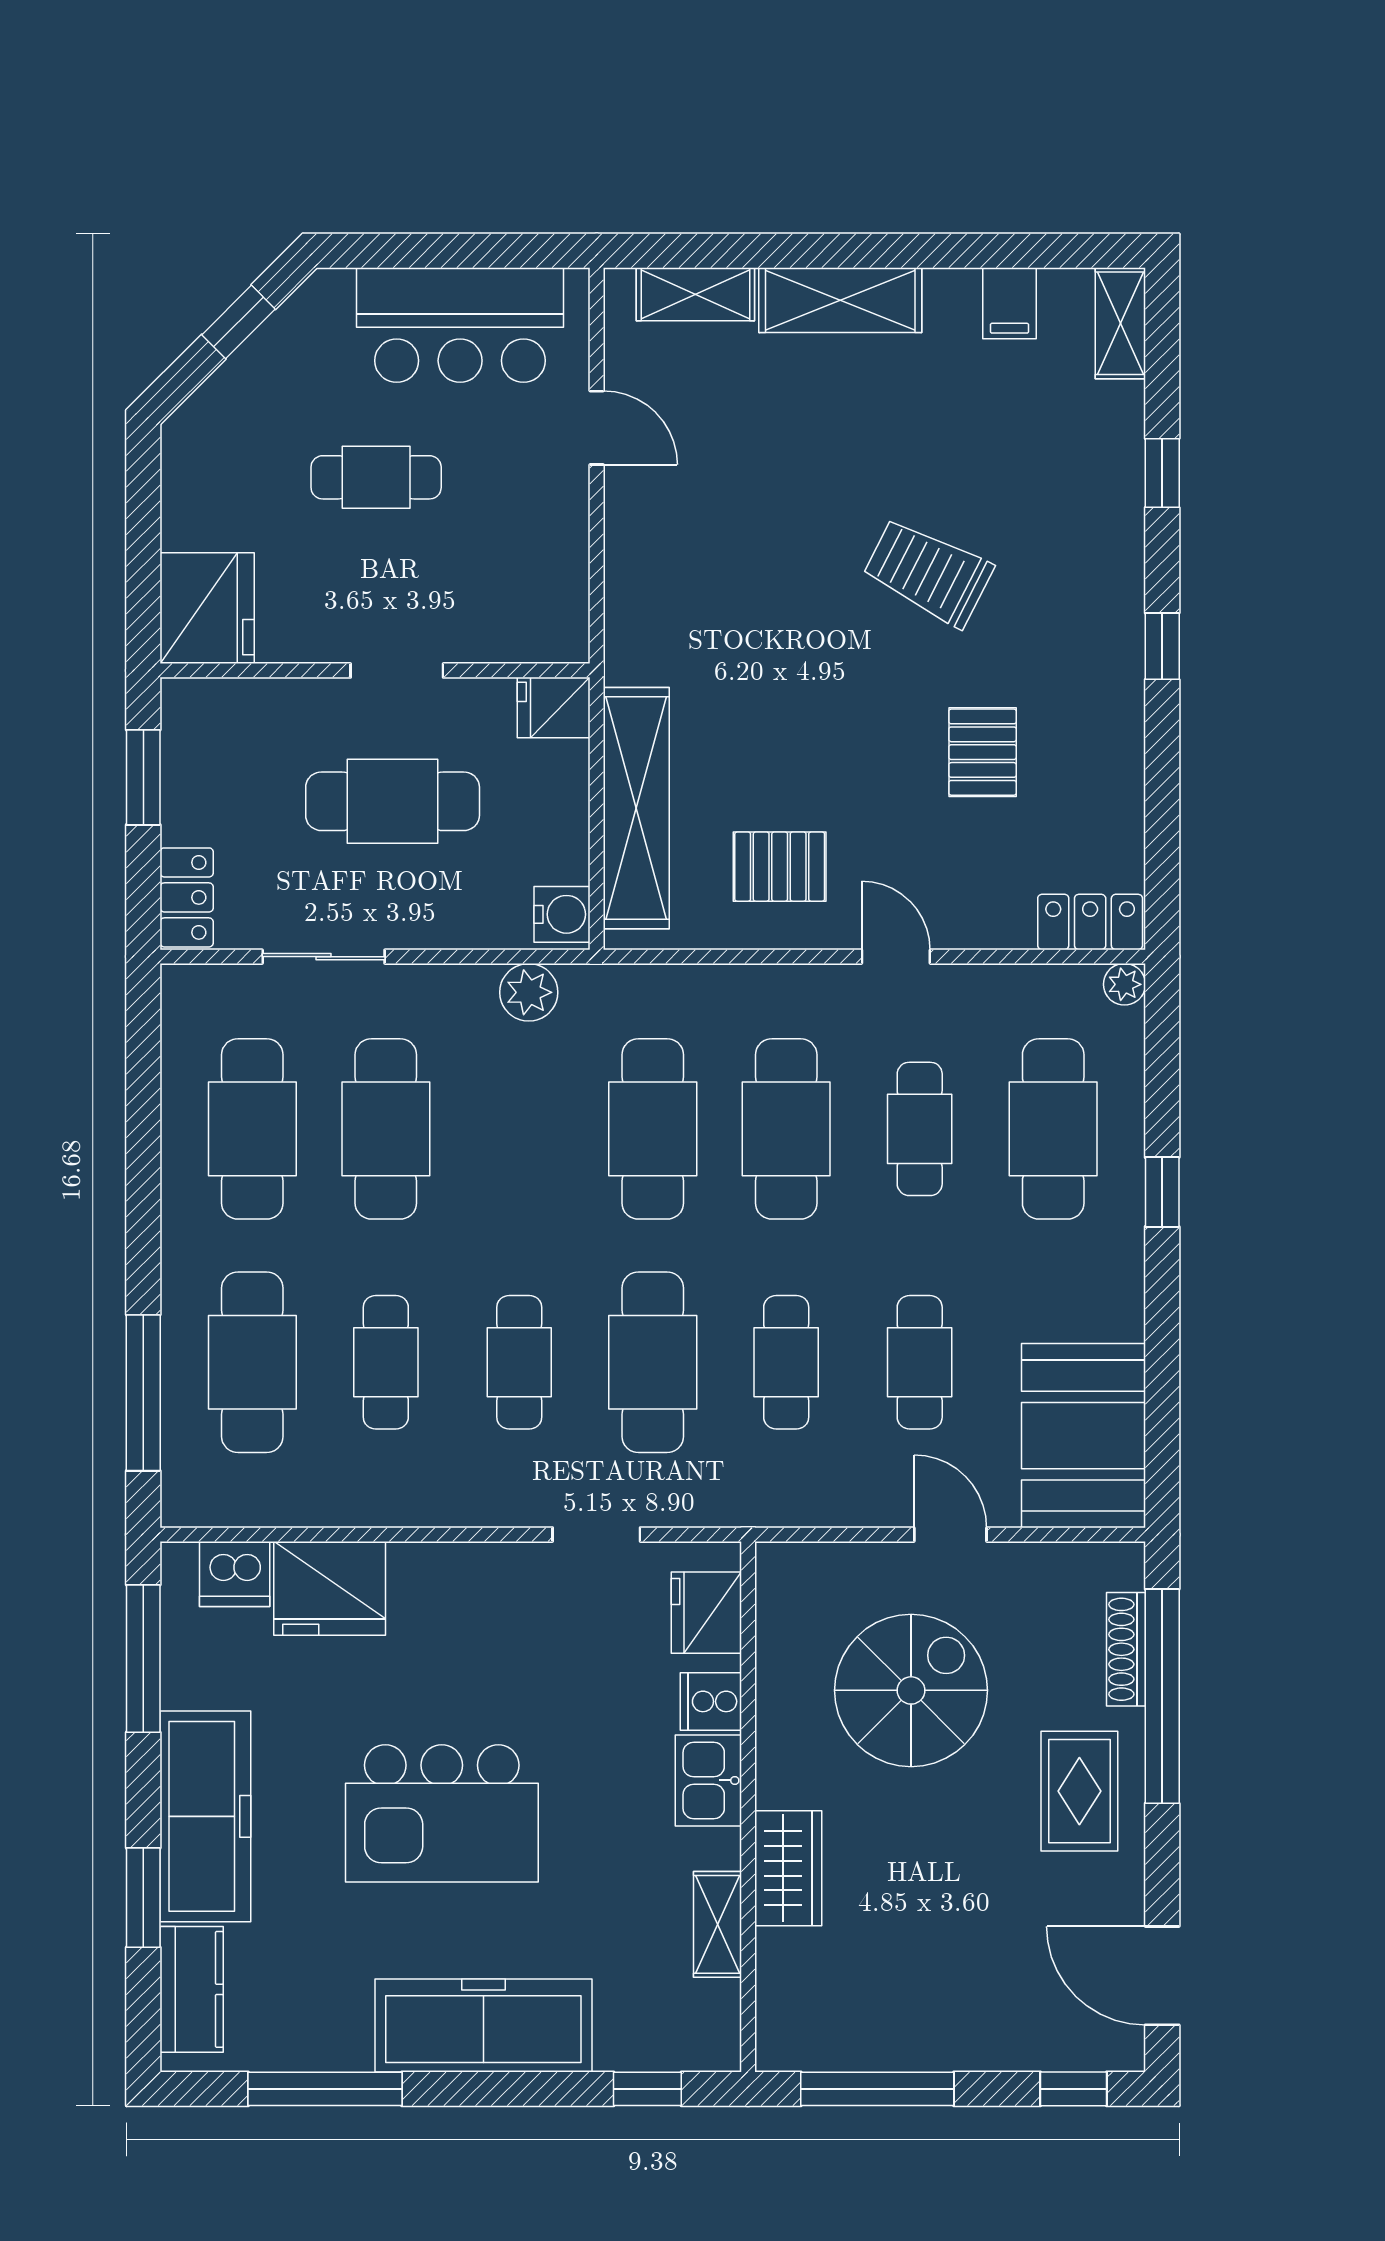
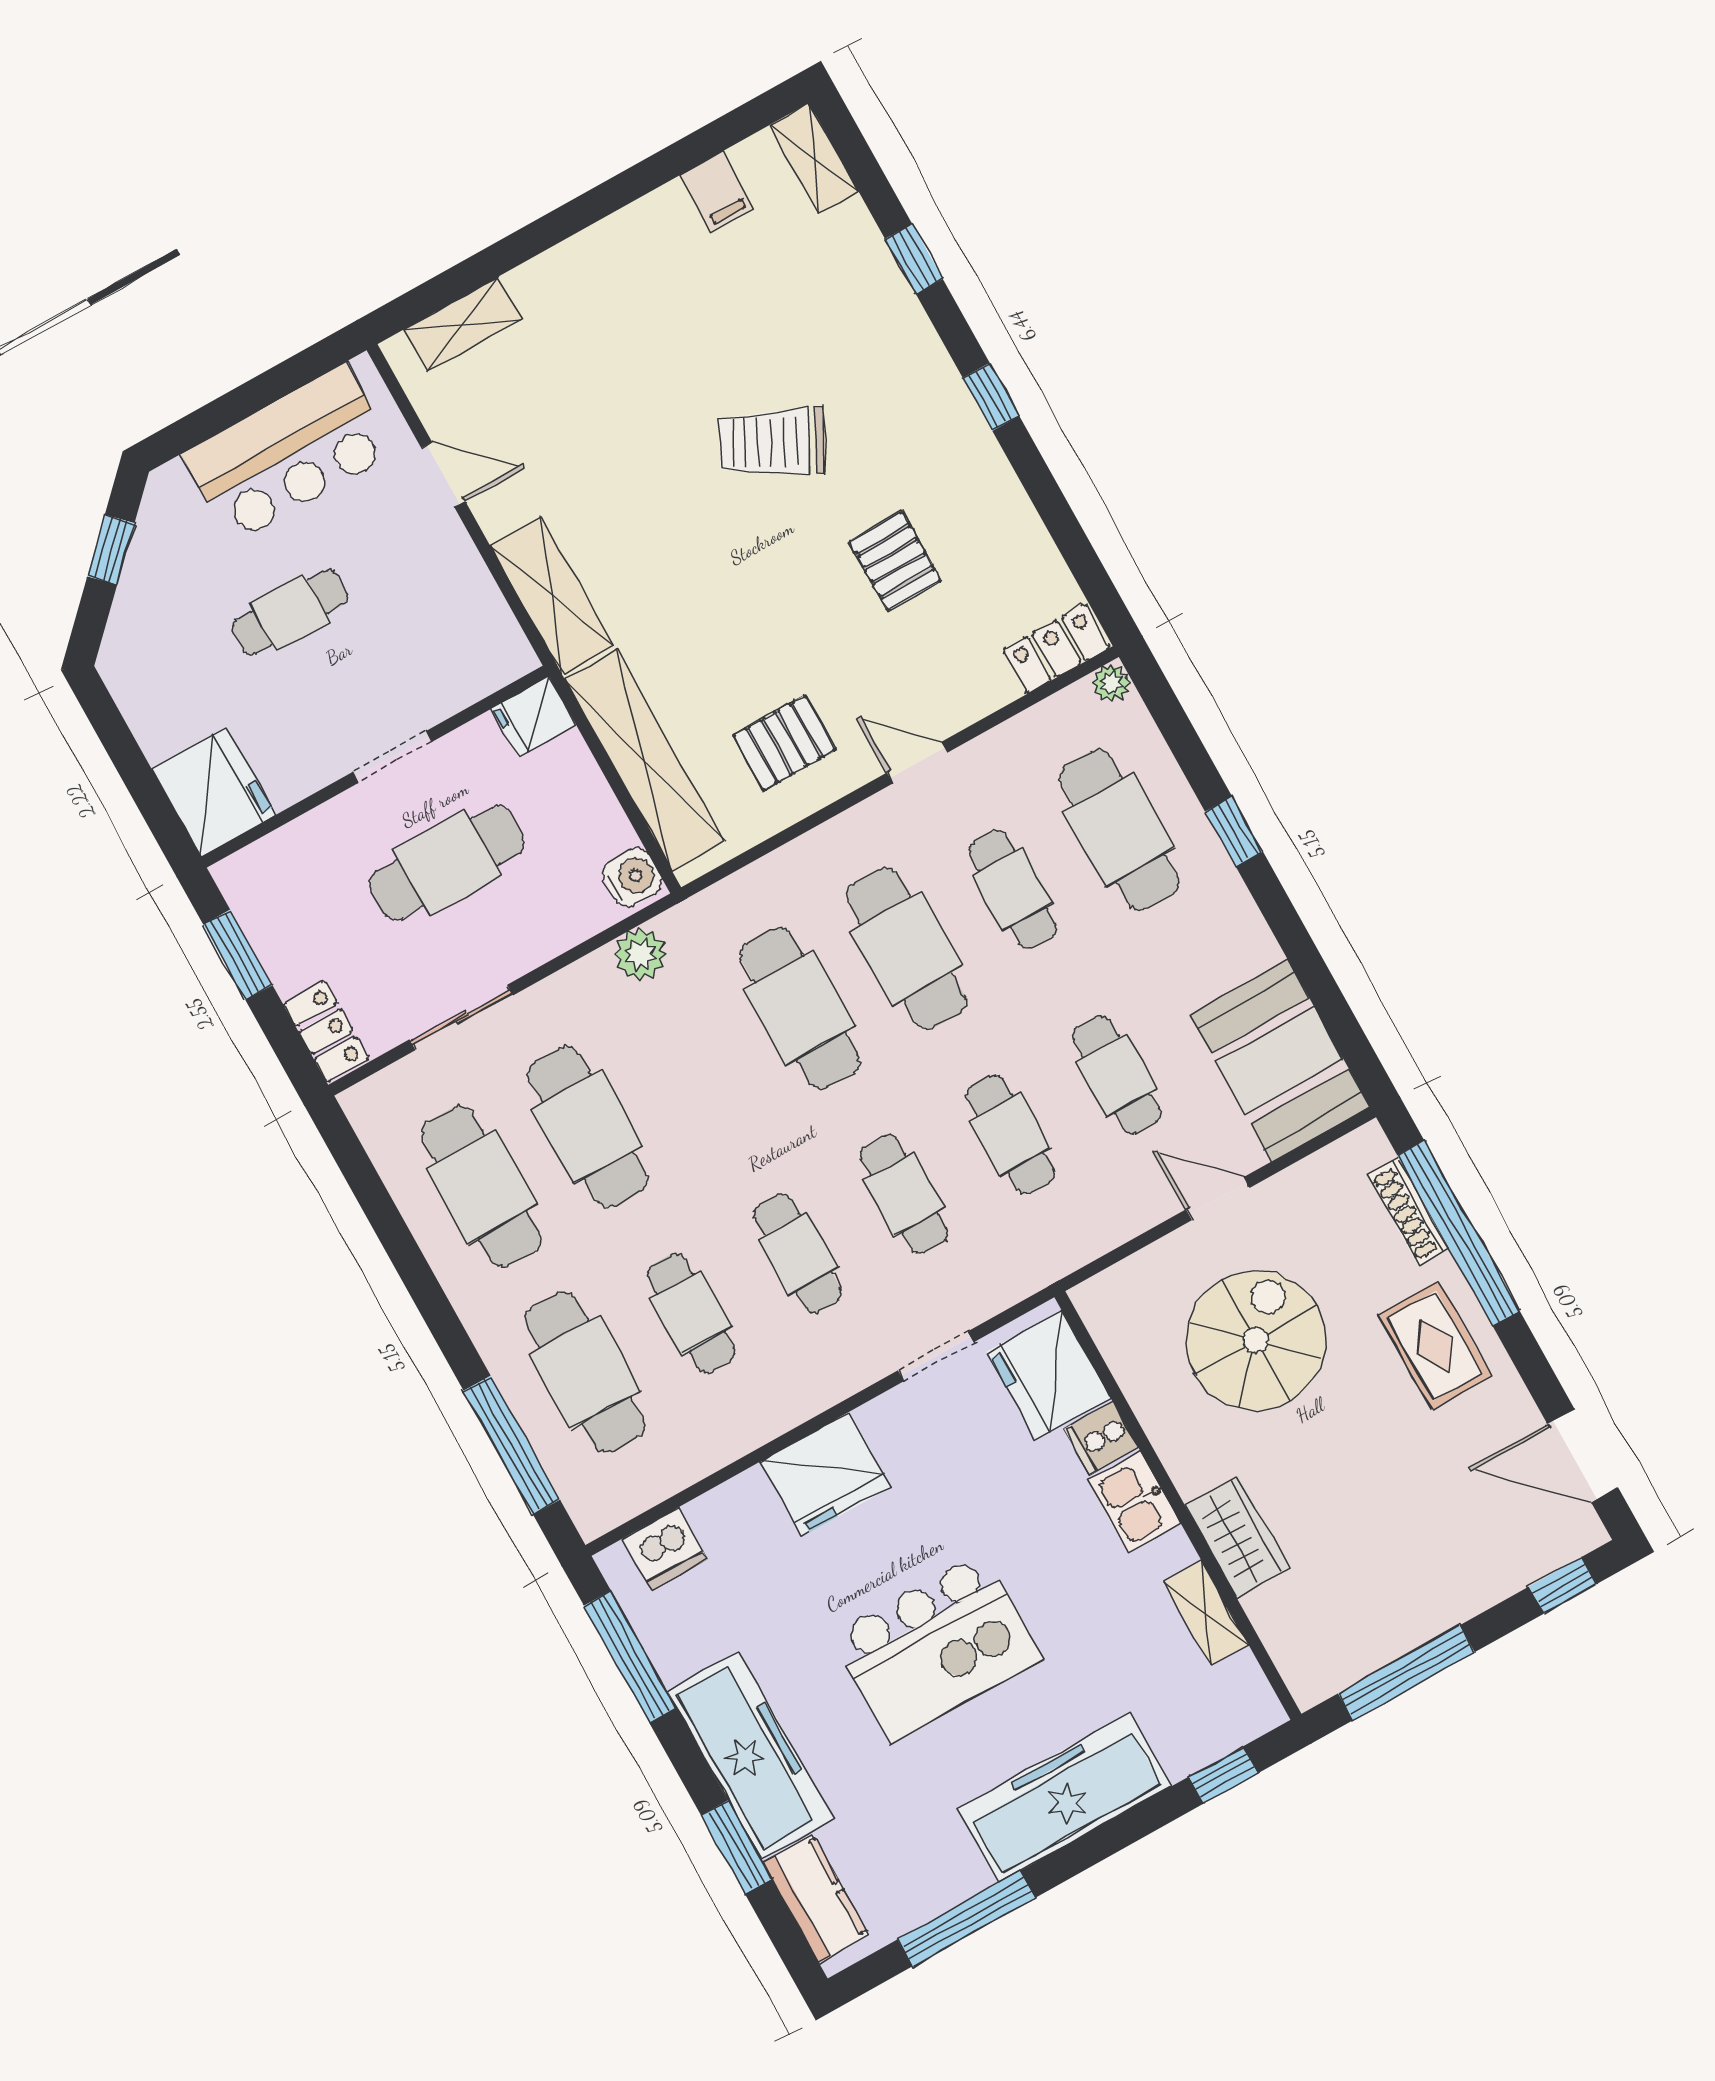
shelving: (840, 300) -> (552, 595), moved, turned 90
cafe table: (653, 1362) -> (904, 1194), width x0.73, depth x0.74
fridge: (330, 1588) -> (826, 1474), moved
fridge: (706, 1613) -> (1049, 1375), width x1.36, depth x1.34

